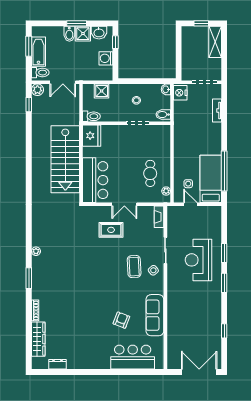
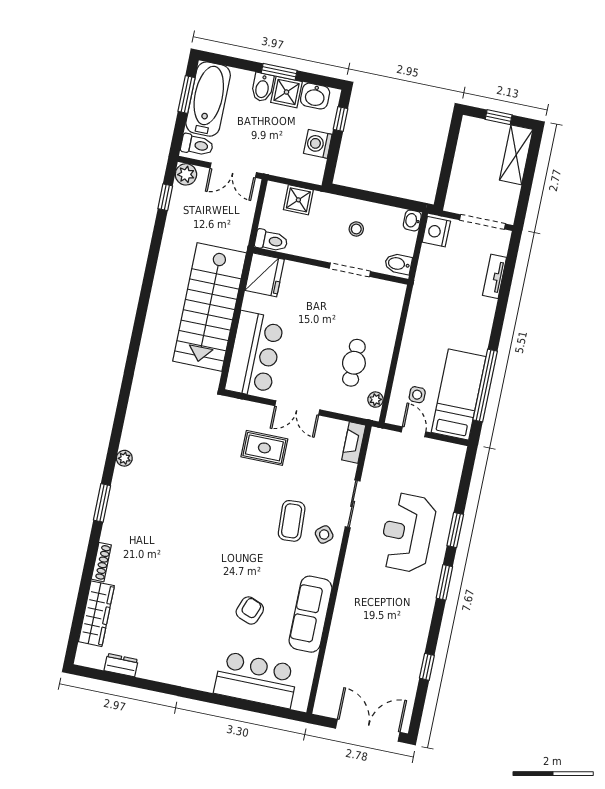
bathtub: (39, 52) -> (208, 99), width x1.36, depth x1.36

